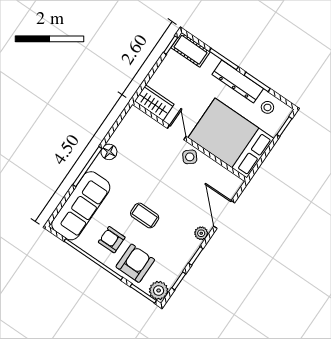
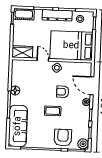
armchair: (112, 240) -> (63, 92), moved

